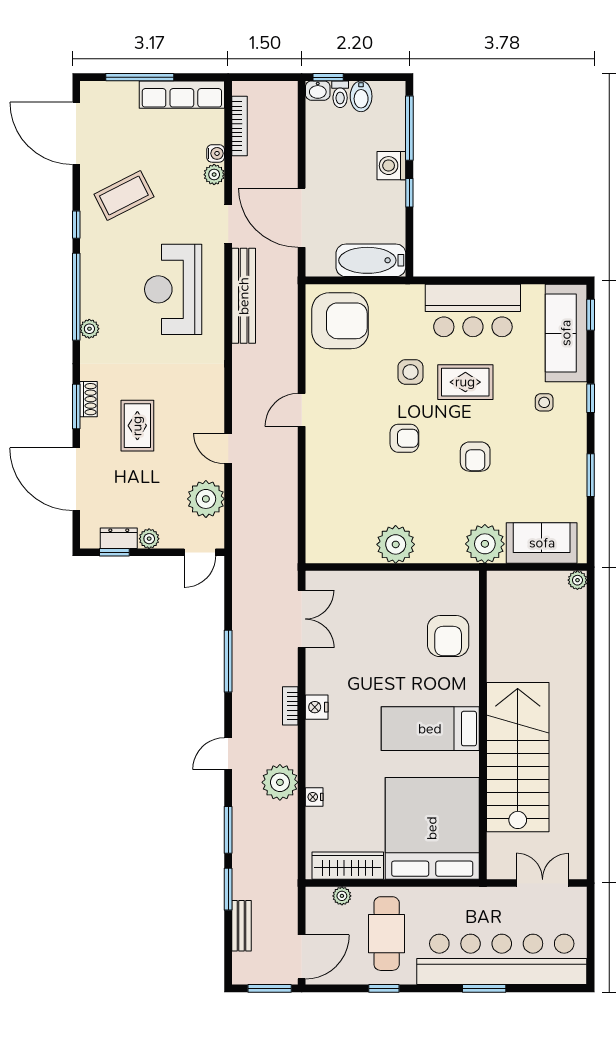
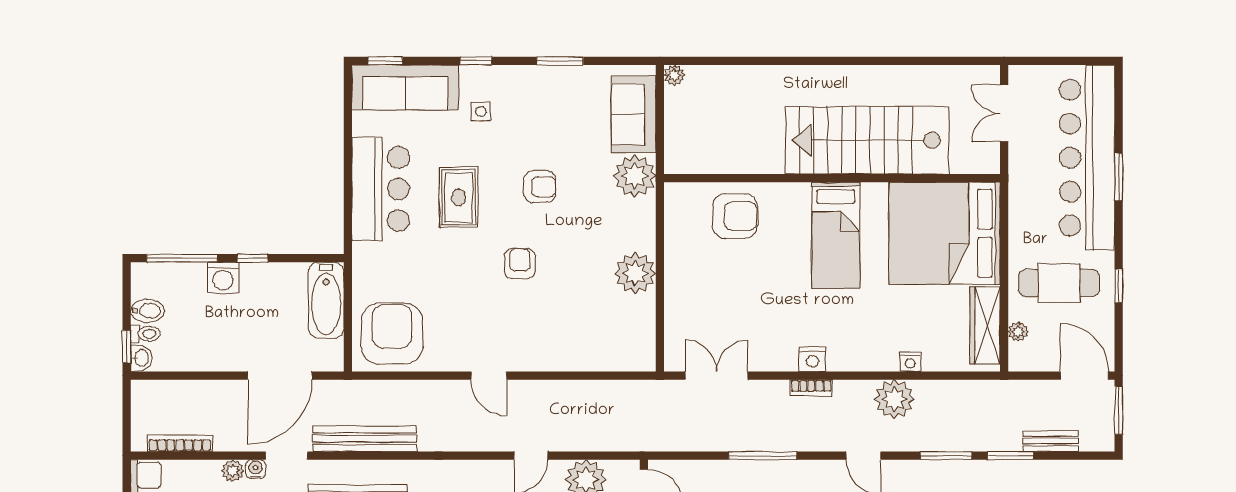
water cooler: (216, 153) -> (256, 469), moved
side table: (410, 372) -> (448, 257), removed

